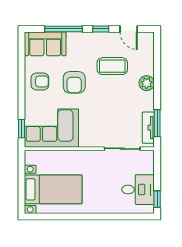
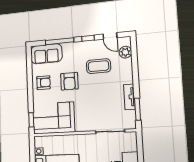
plant: (147, 83) -> (125, 52), moved
tv unit: (148, 128) -> (129, 97), moved

